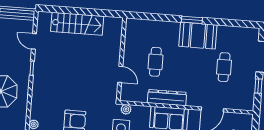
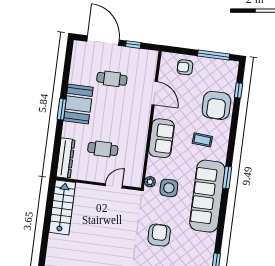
stairs: (77, 24) -> (62, 207), moved
dresser: (167, 98) -> (66, 158), moved, turned 180

